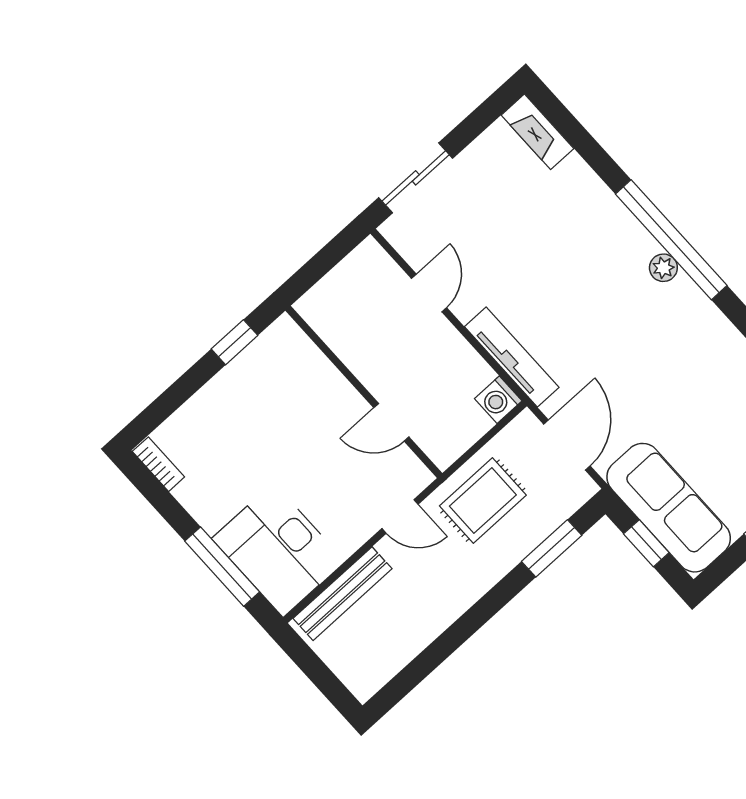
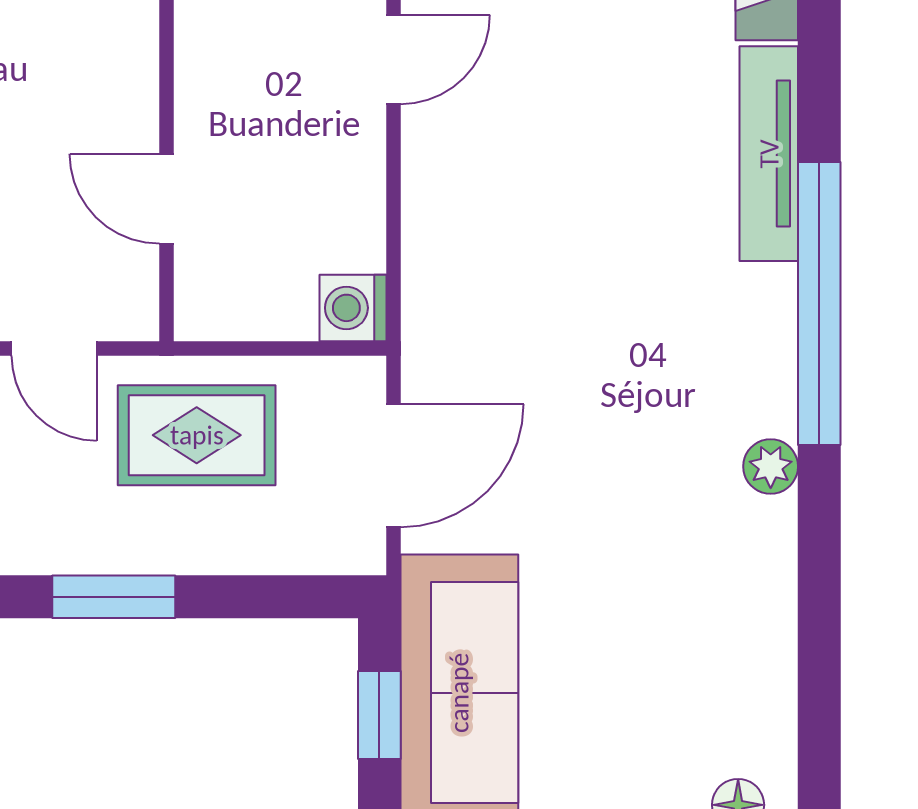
plant: (663, 268) -> (771, 466), moved
tv unit: (512, 357) -> (769, 154), moved, turned 180
window: (552, 548) -> (114, 597), moved

